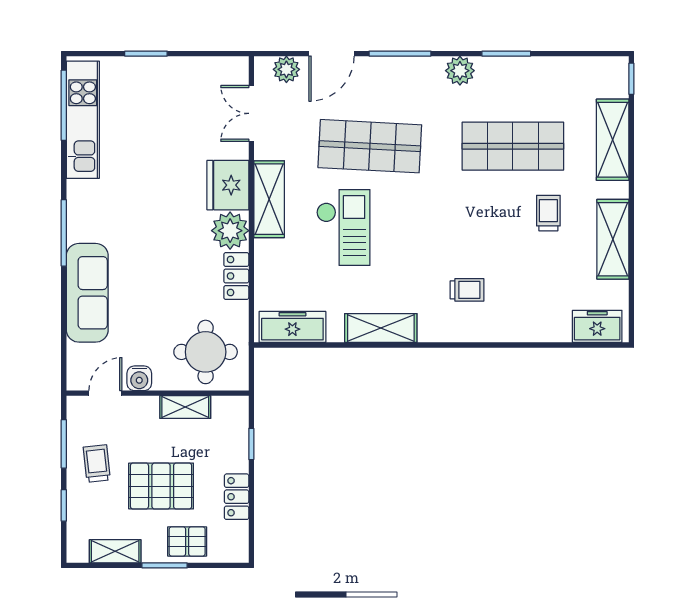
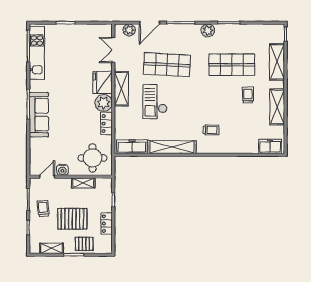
checkout: (343, 228) -> (155, 102), turned 180
sofa: (87, 293) -> (39, 115), moved
shelving: (381, 328) -> (172, 147), width x1.47

